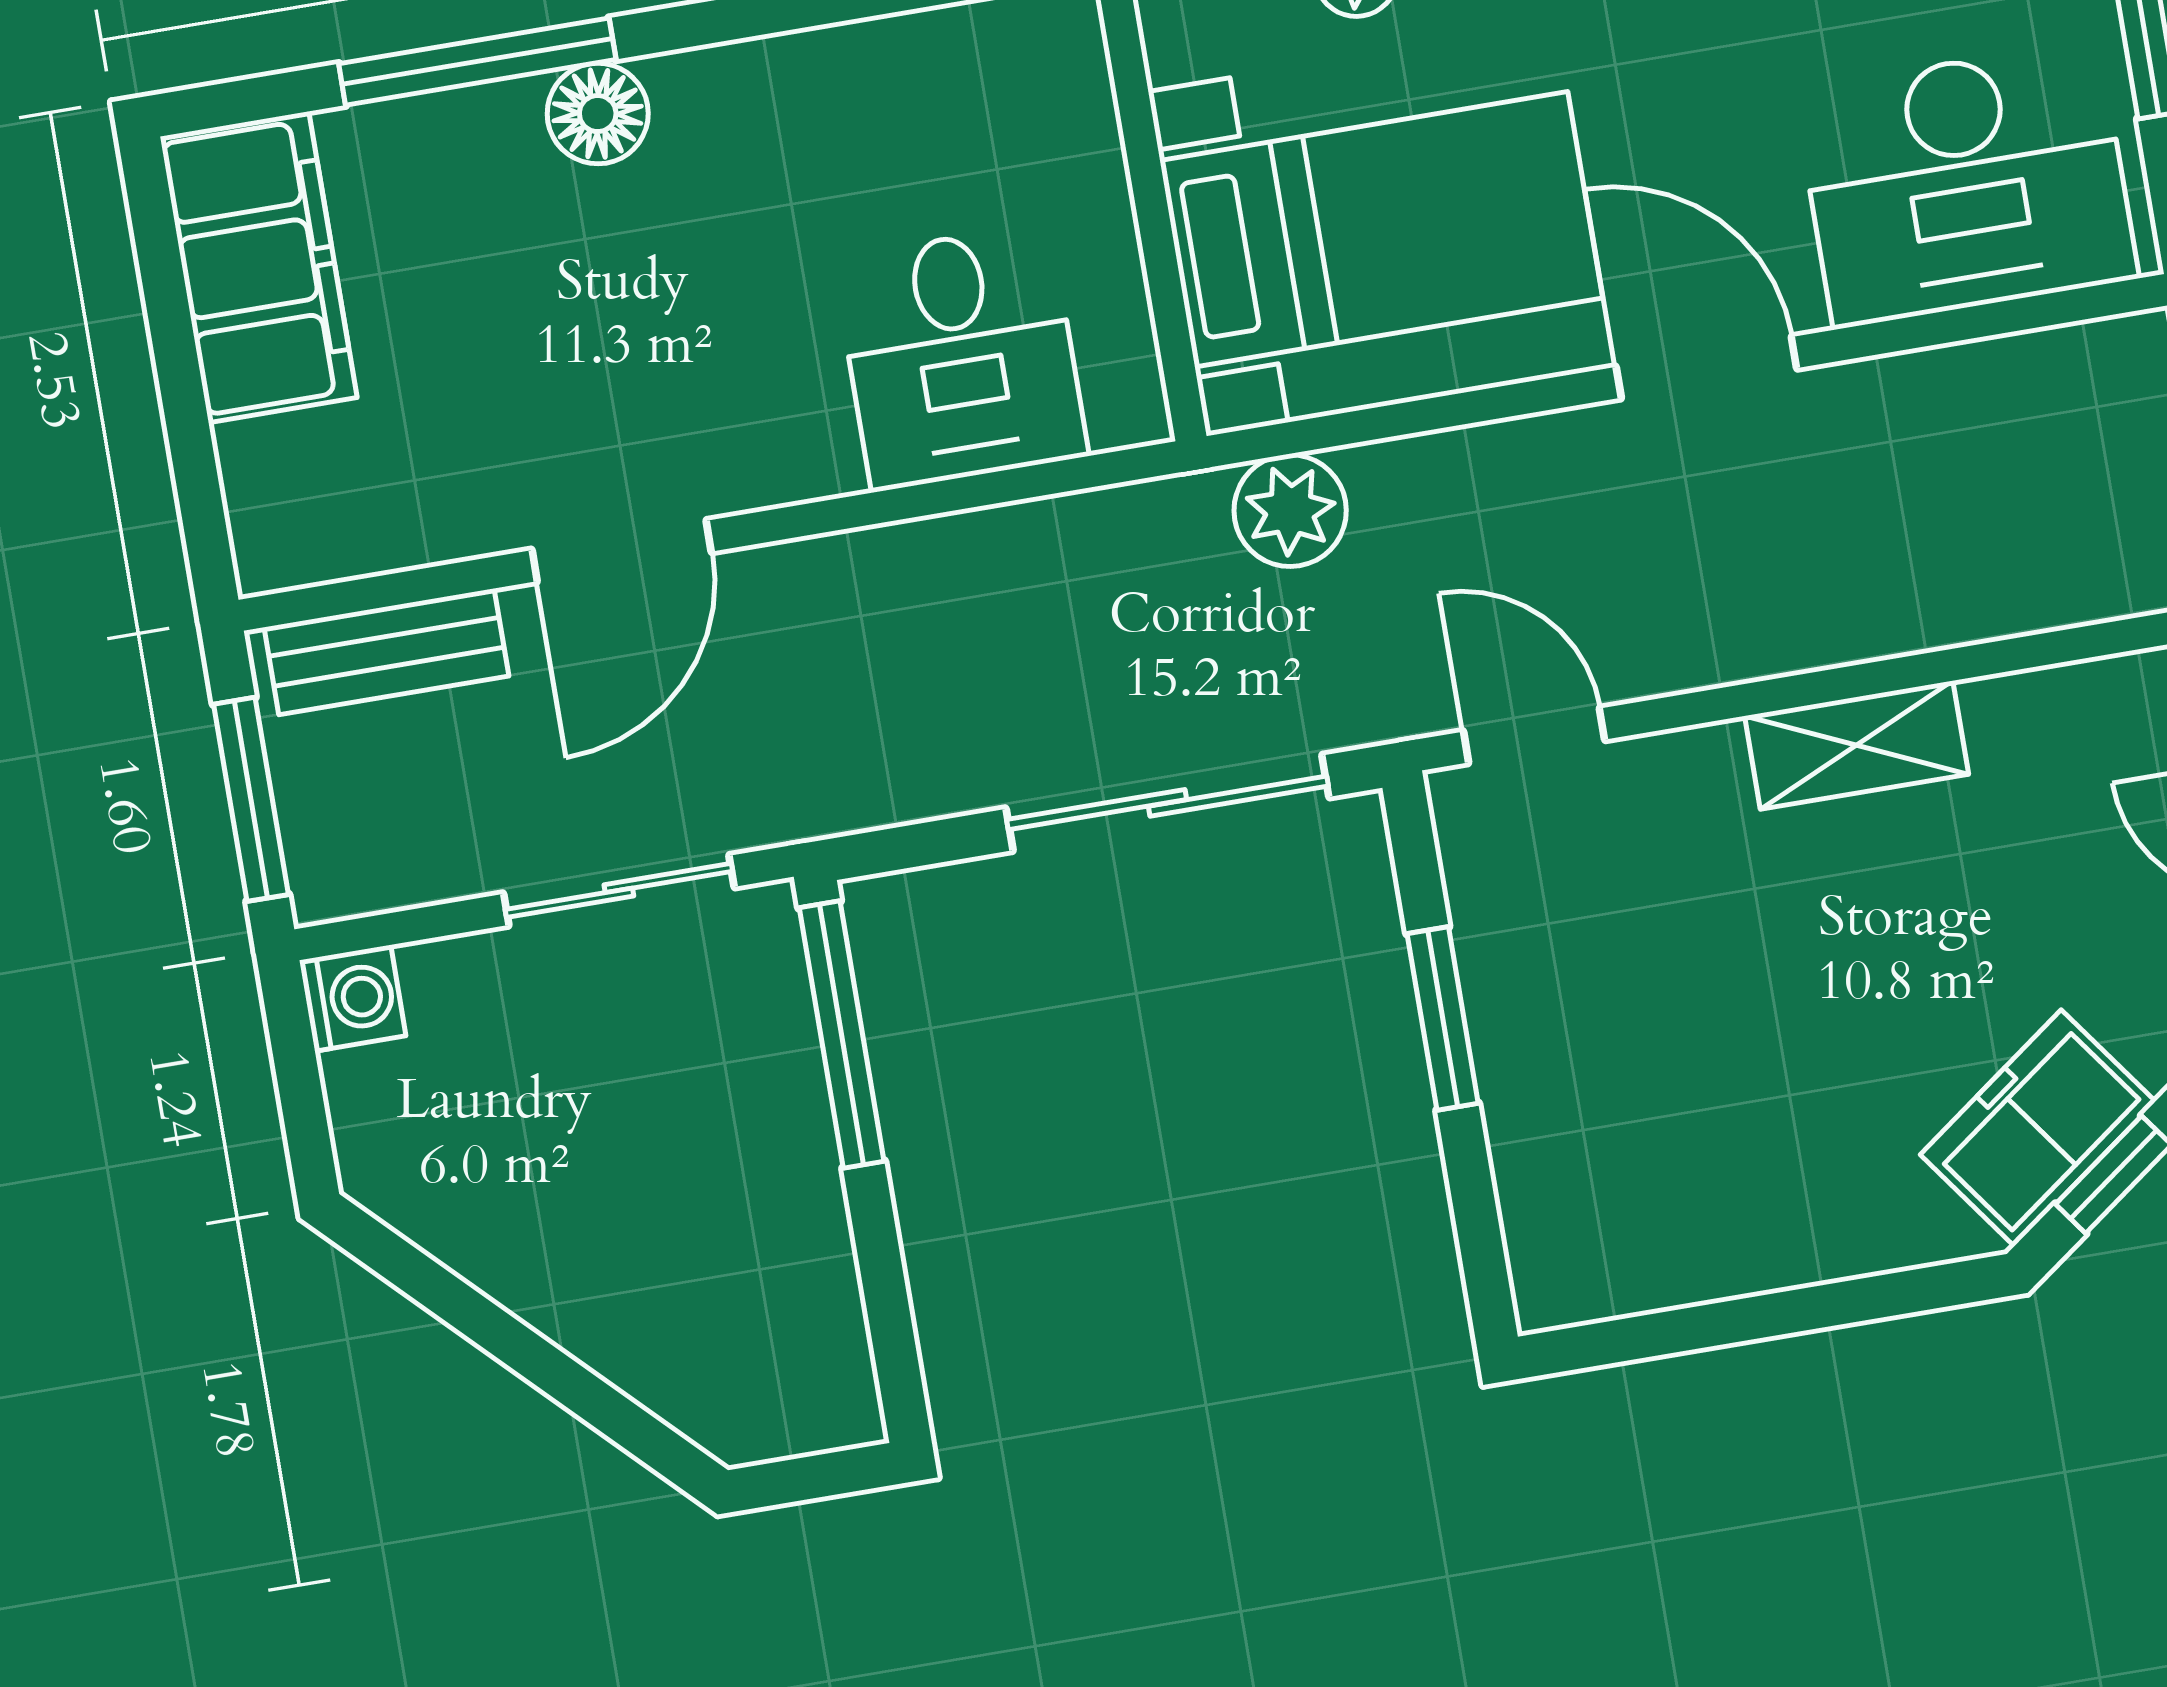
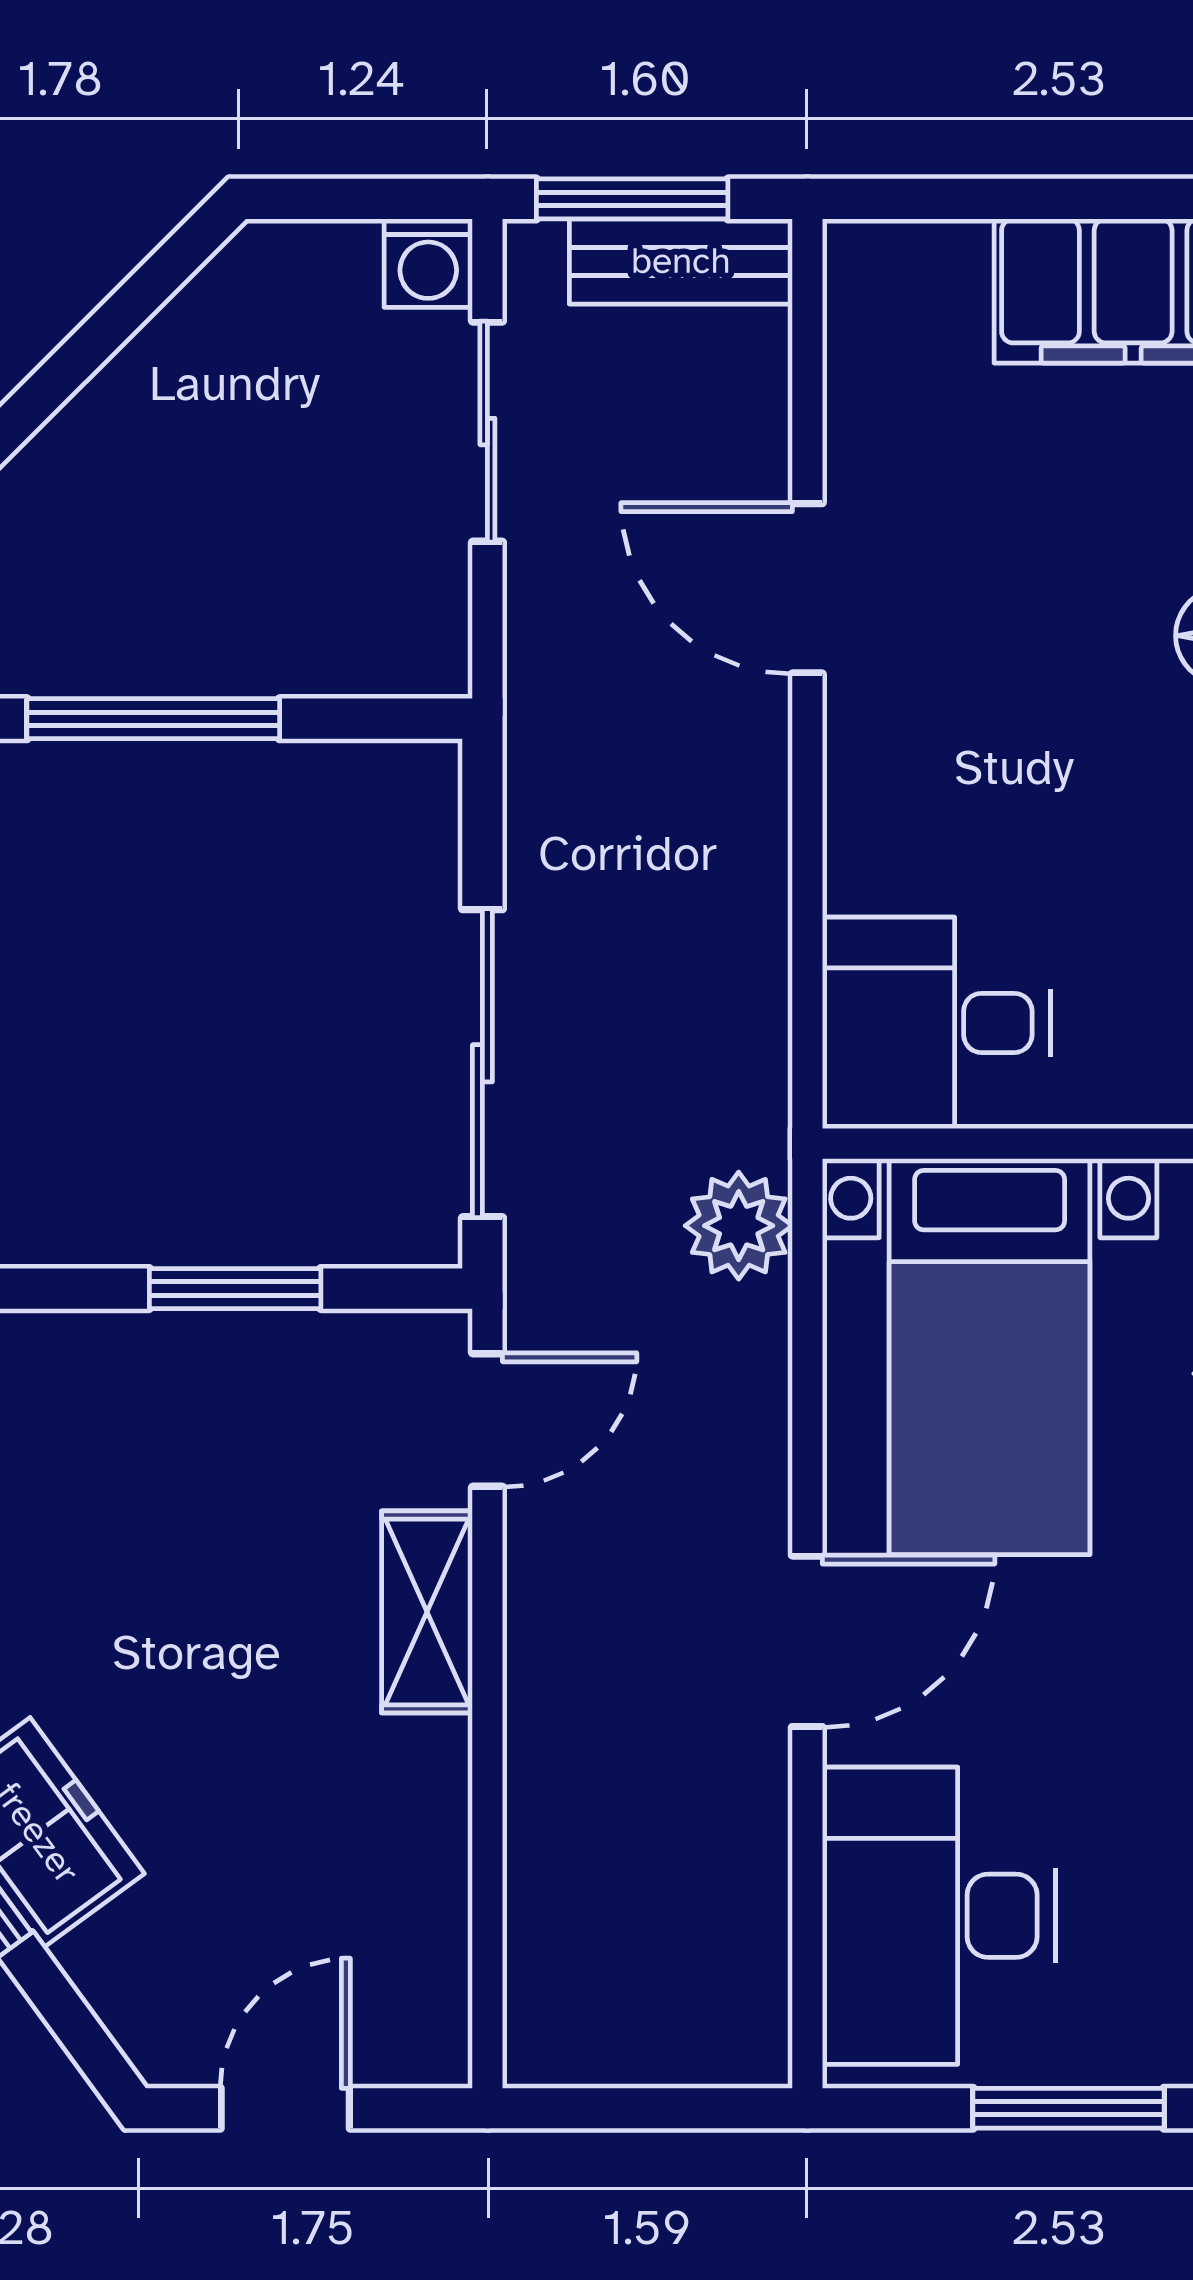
desk: (961, 357) -> (936, 1023), moved
bench: (386, 652) -> (681, 261), moved, turned 90
shelving: (1857, 745) -> (427, 1612), moved
sliding door: (619, 890) -> (487, 432), moved
window: (842, 1034) -> (153, 719), moved

